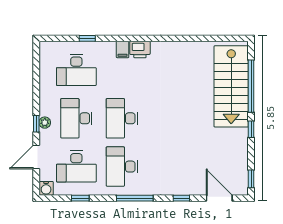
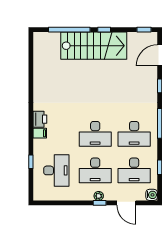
stairs: (231, 86) -> (94, 46), moved
desk: (76, 167) -> (134, 170), turned 90

